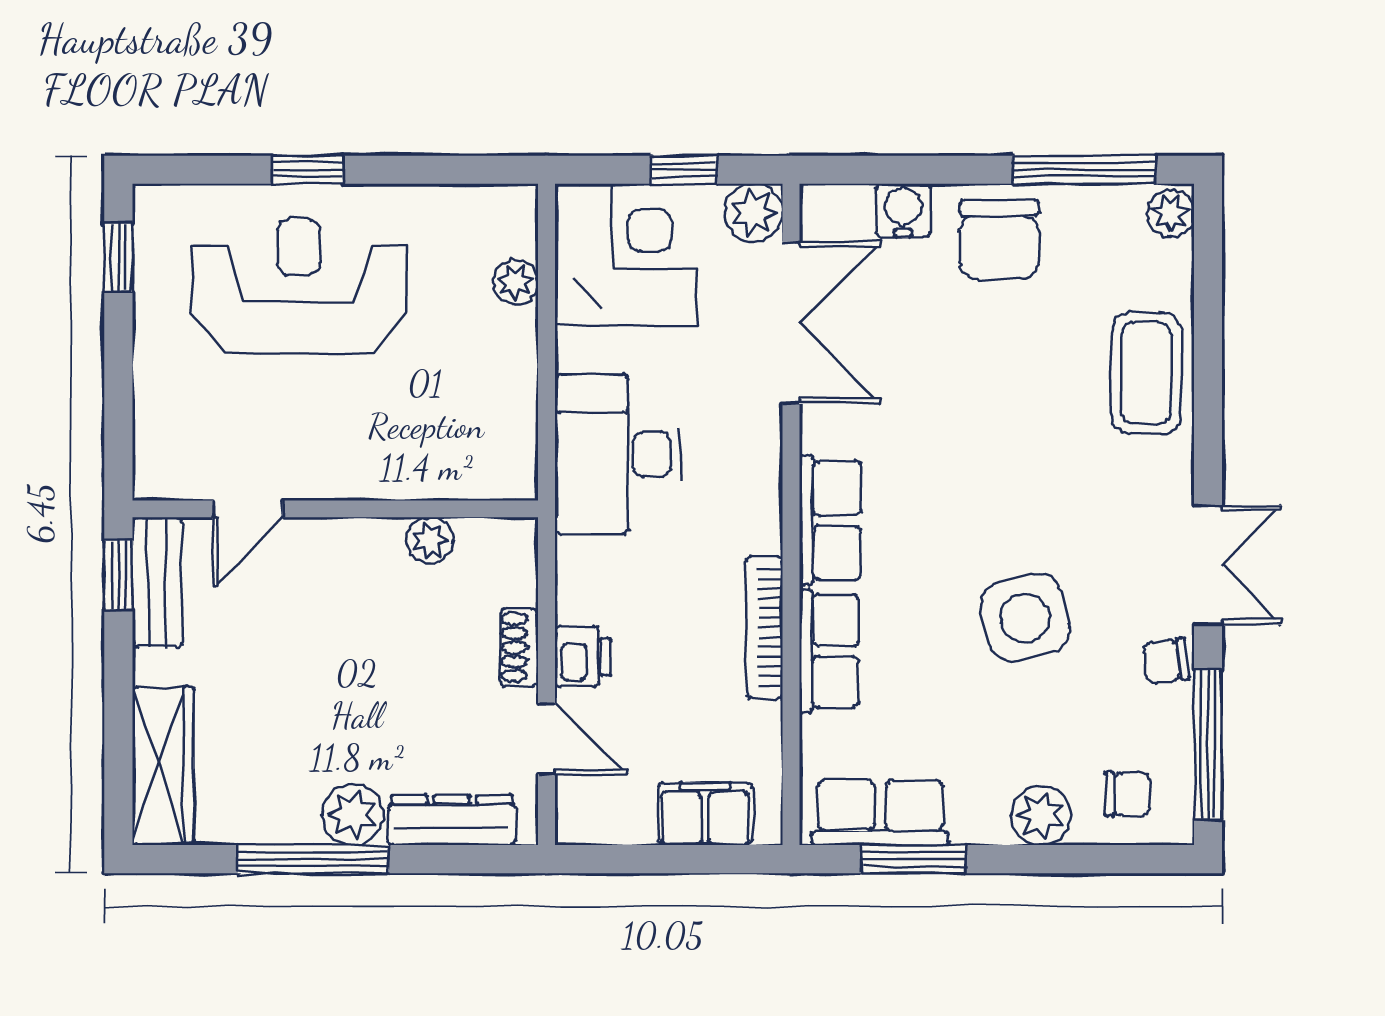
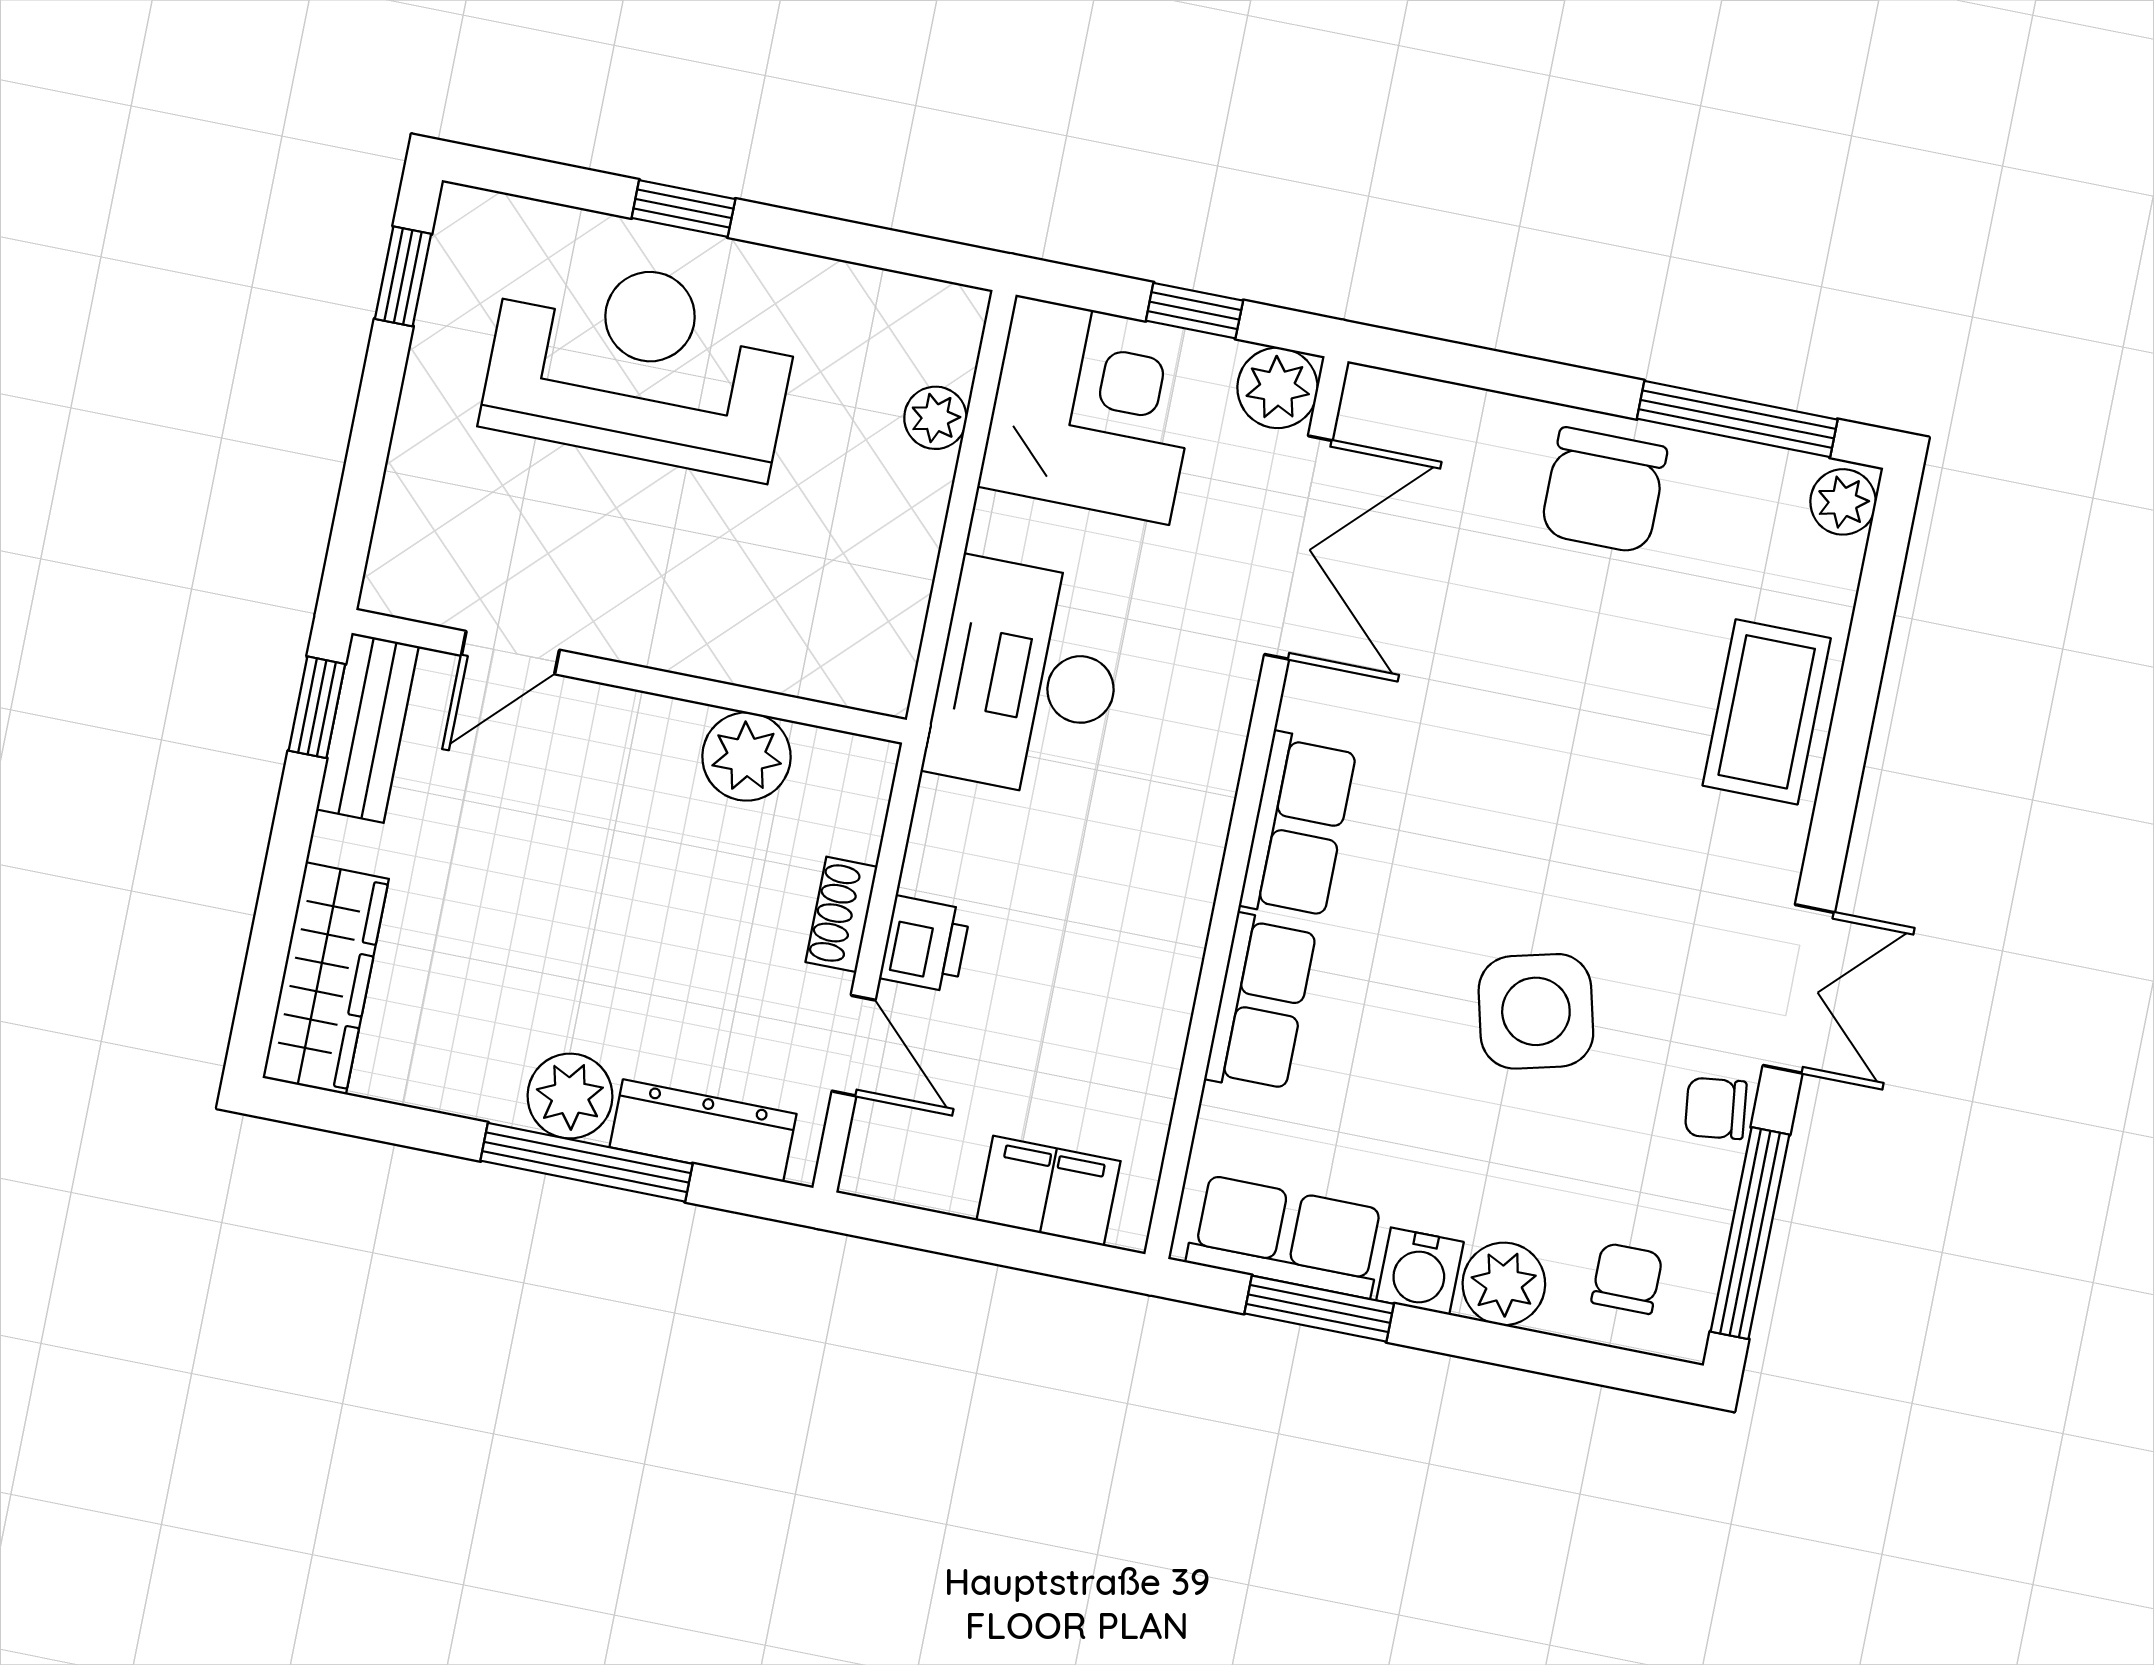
water cooler: (903, 211) -> (1420, 1271), moved, turned 180
plant: (430, 540) -> (746, 757), width x1.38, depth x1.38
bookcase: (764, 627) -> (1180, 954), removed
chair: (1127, 794) -> (1627, 1278), turned -90
window: (313, 859) -> (587, 1162), moved

